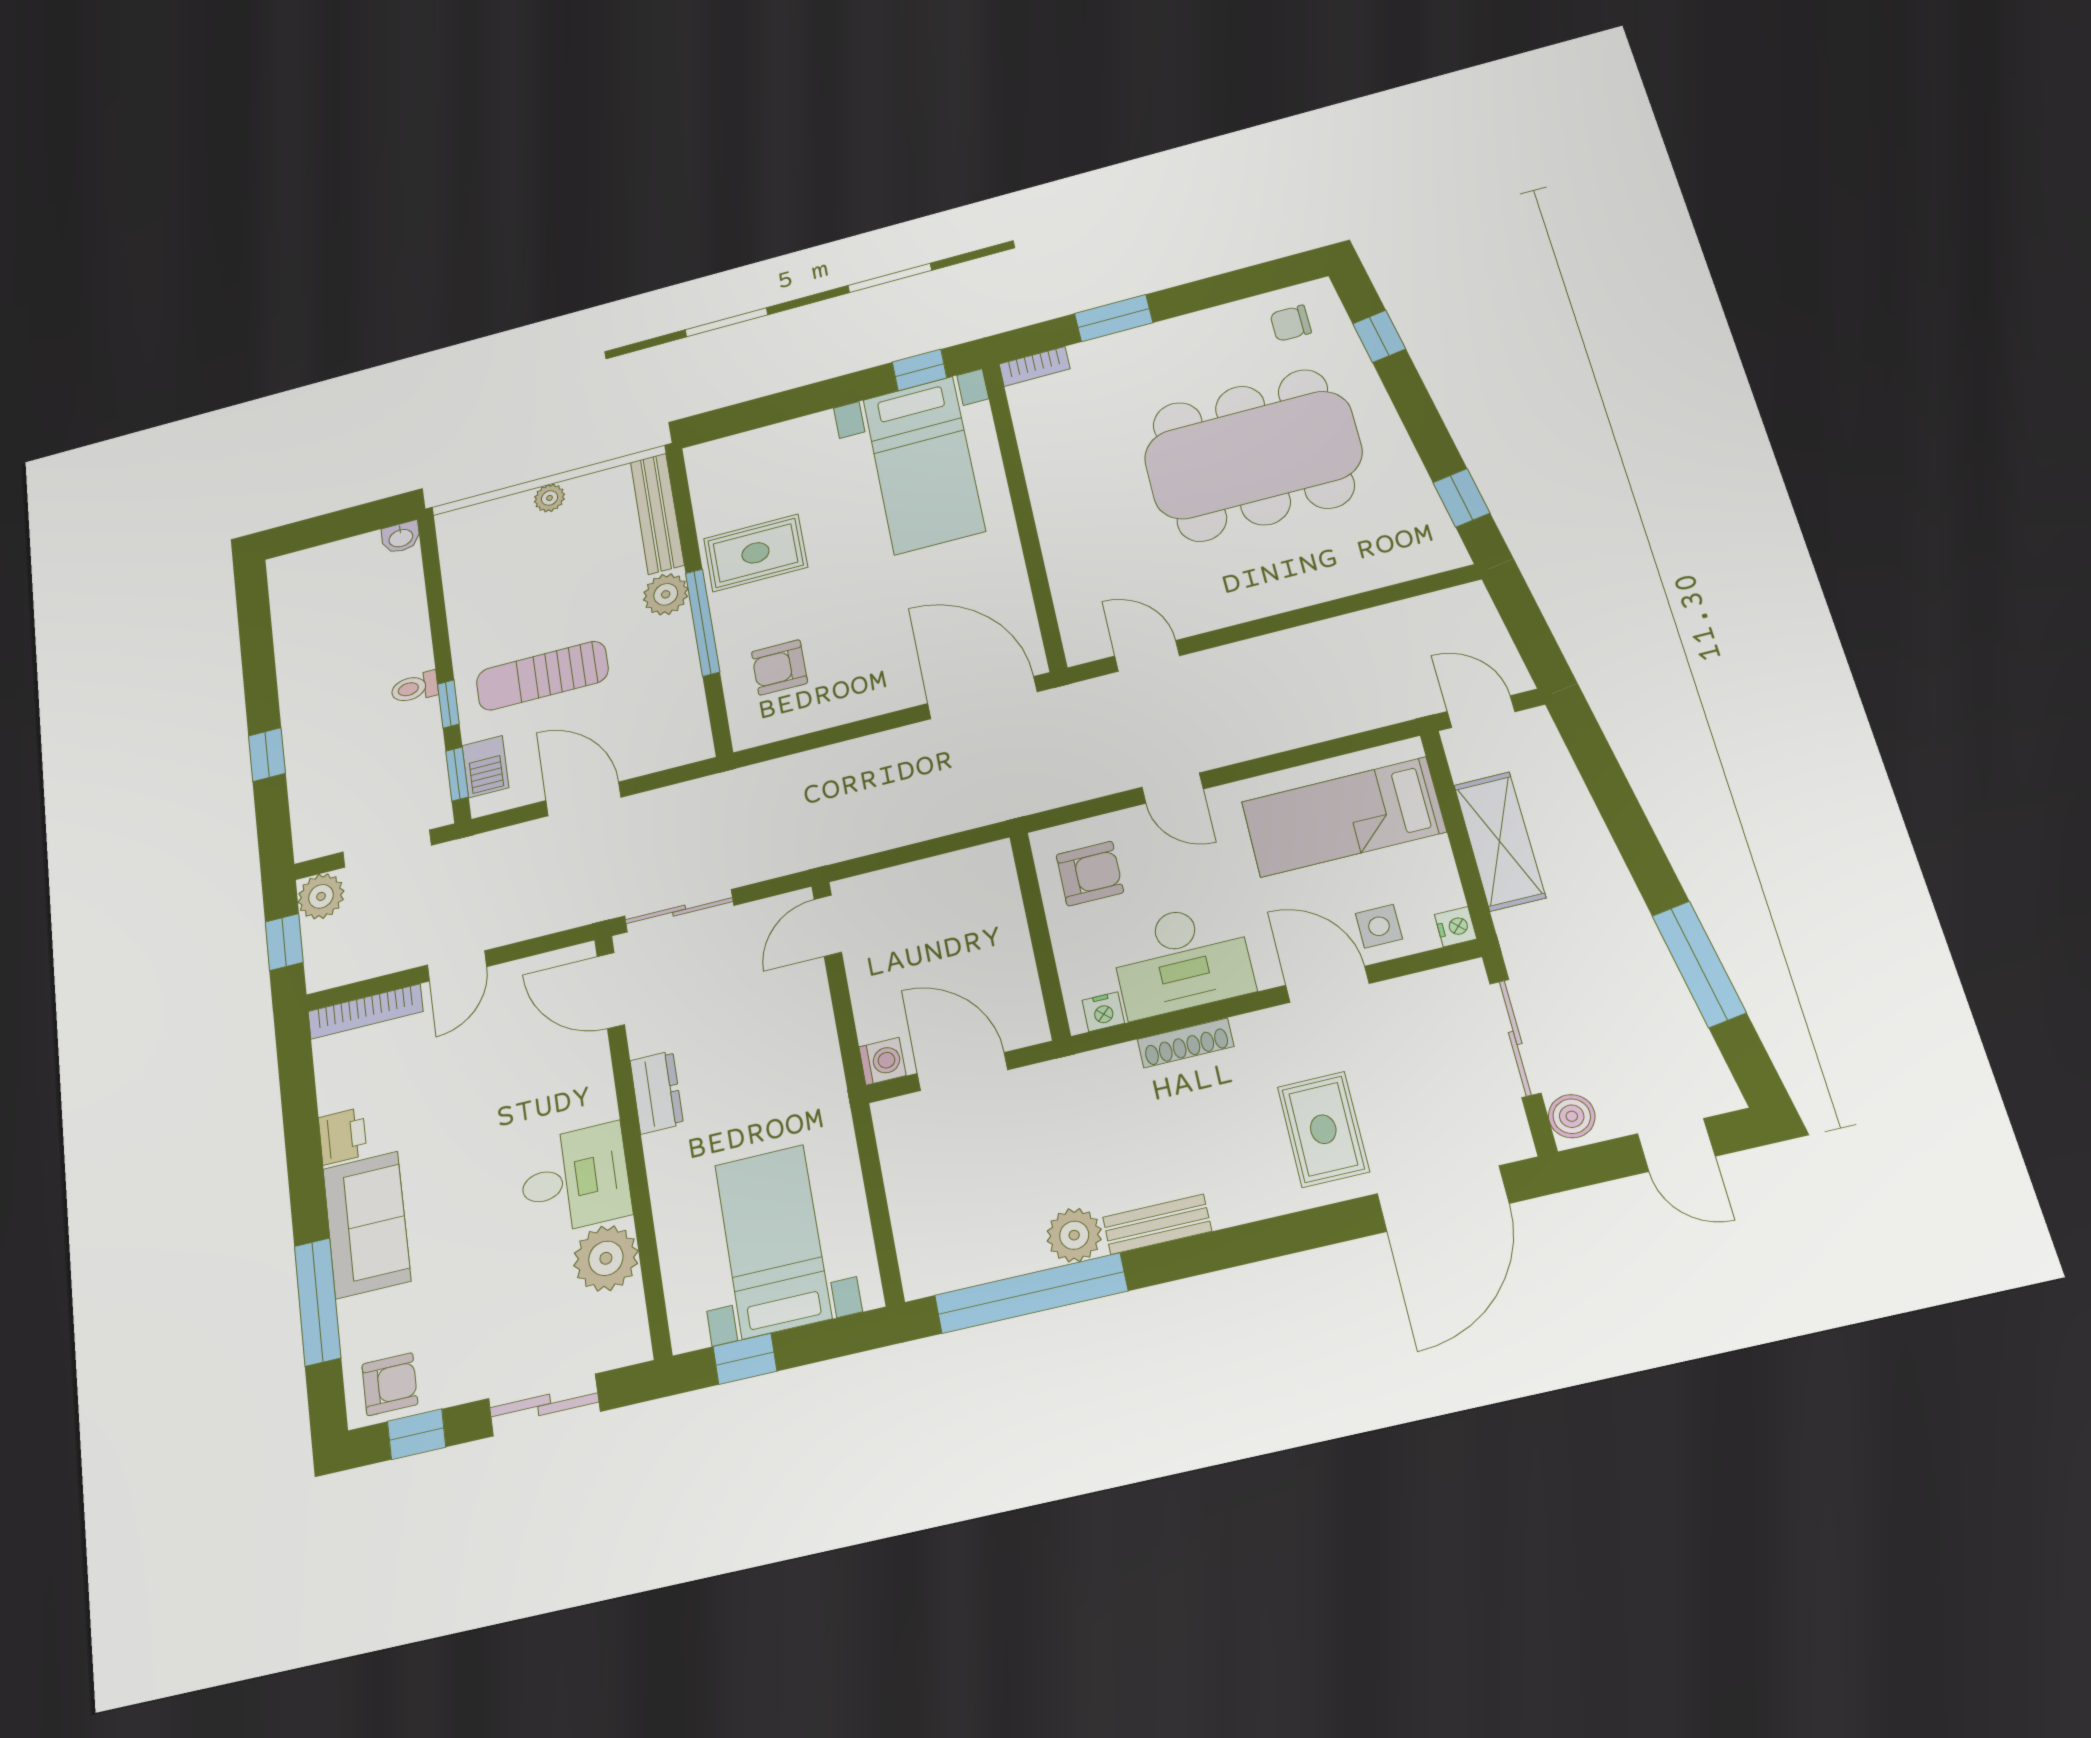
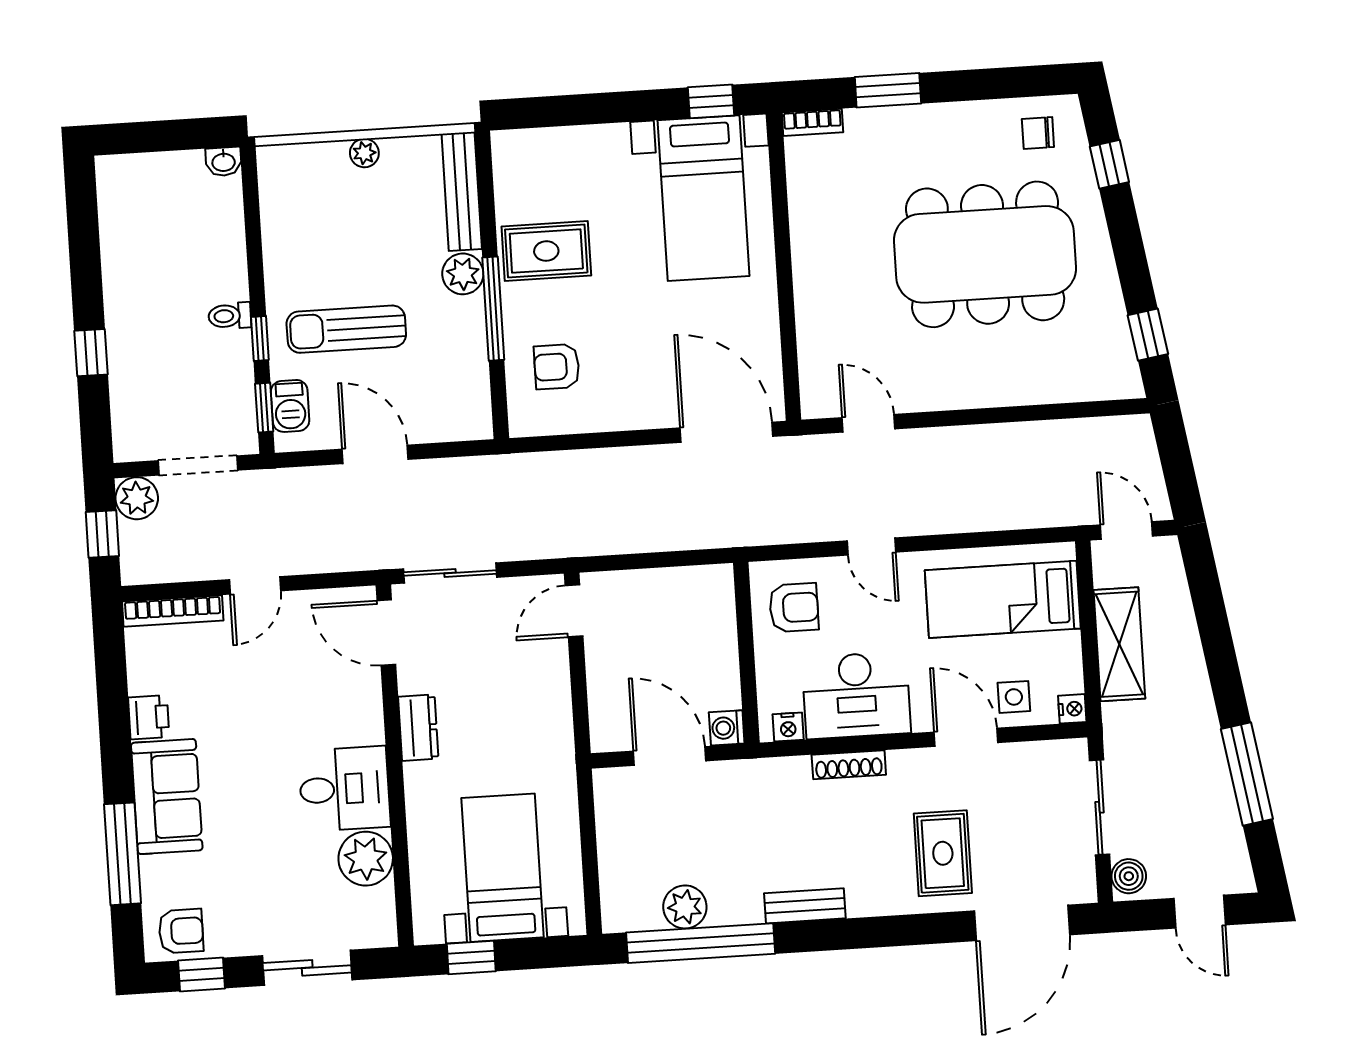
washing machine: (882, 1061) -> (727, 728), moved, turned 180
plant: (1074, 1235) -> (685, 907), moved

